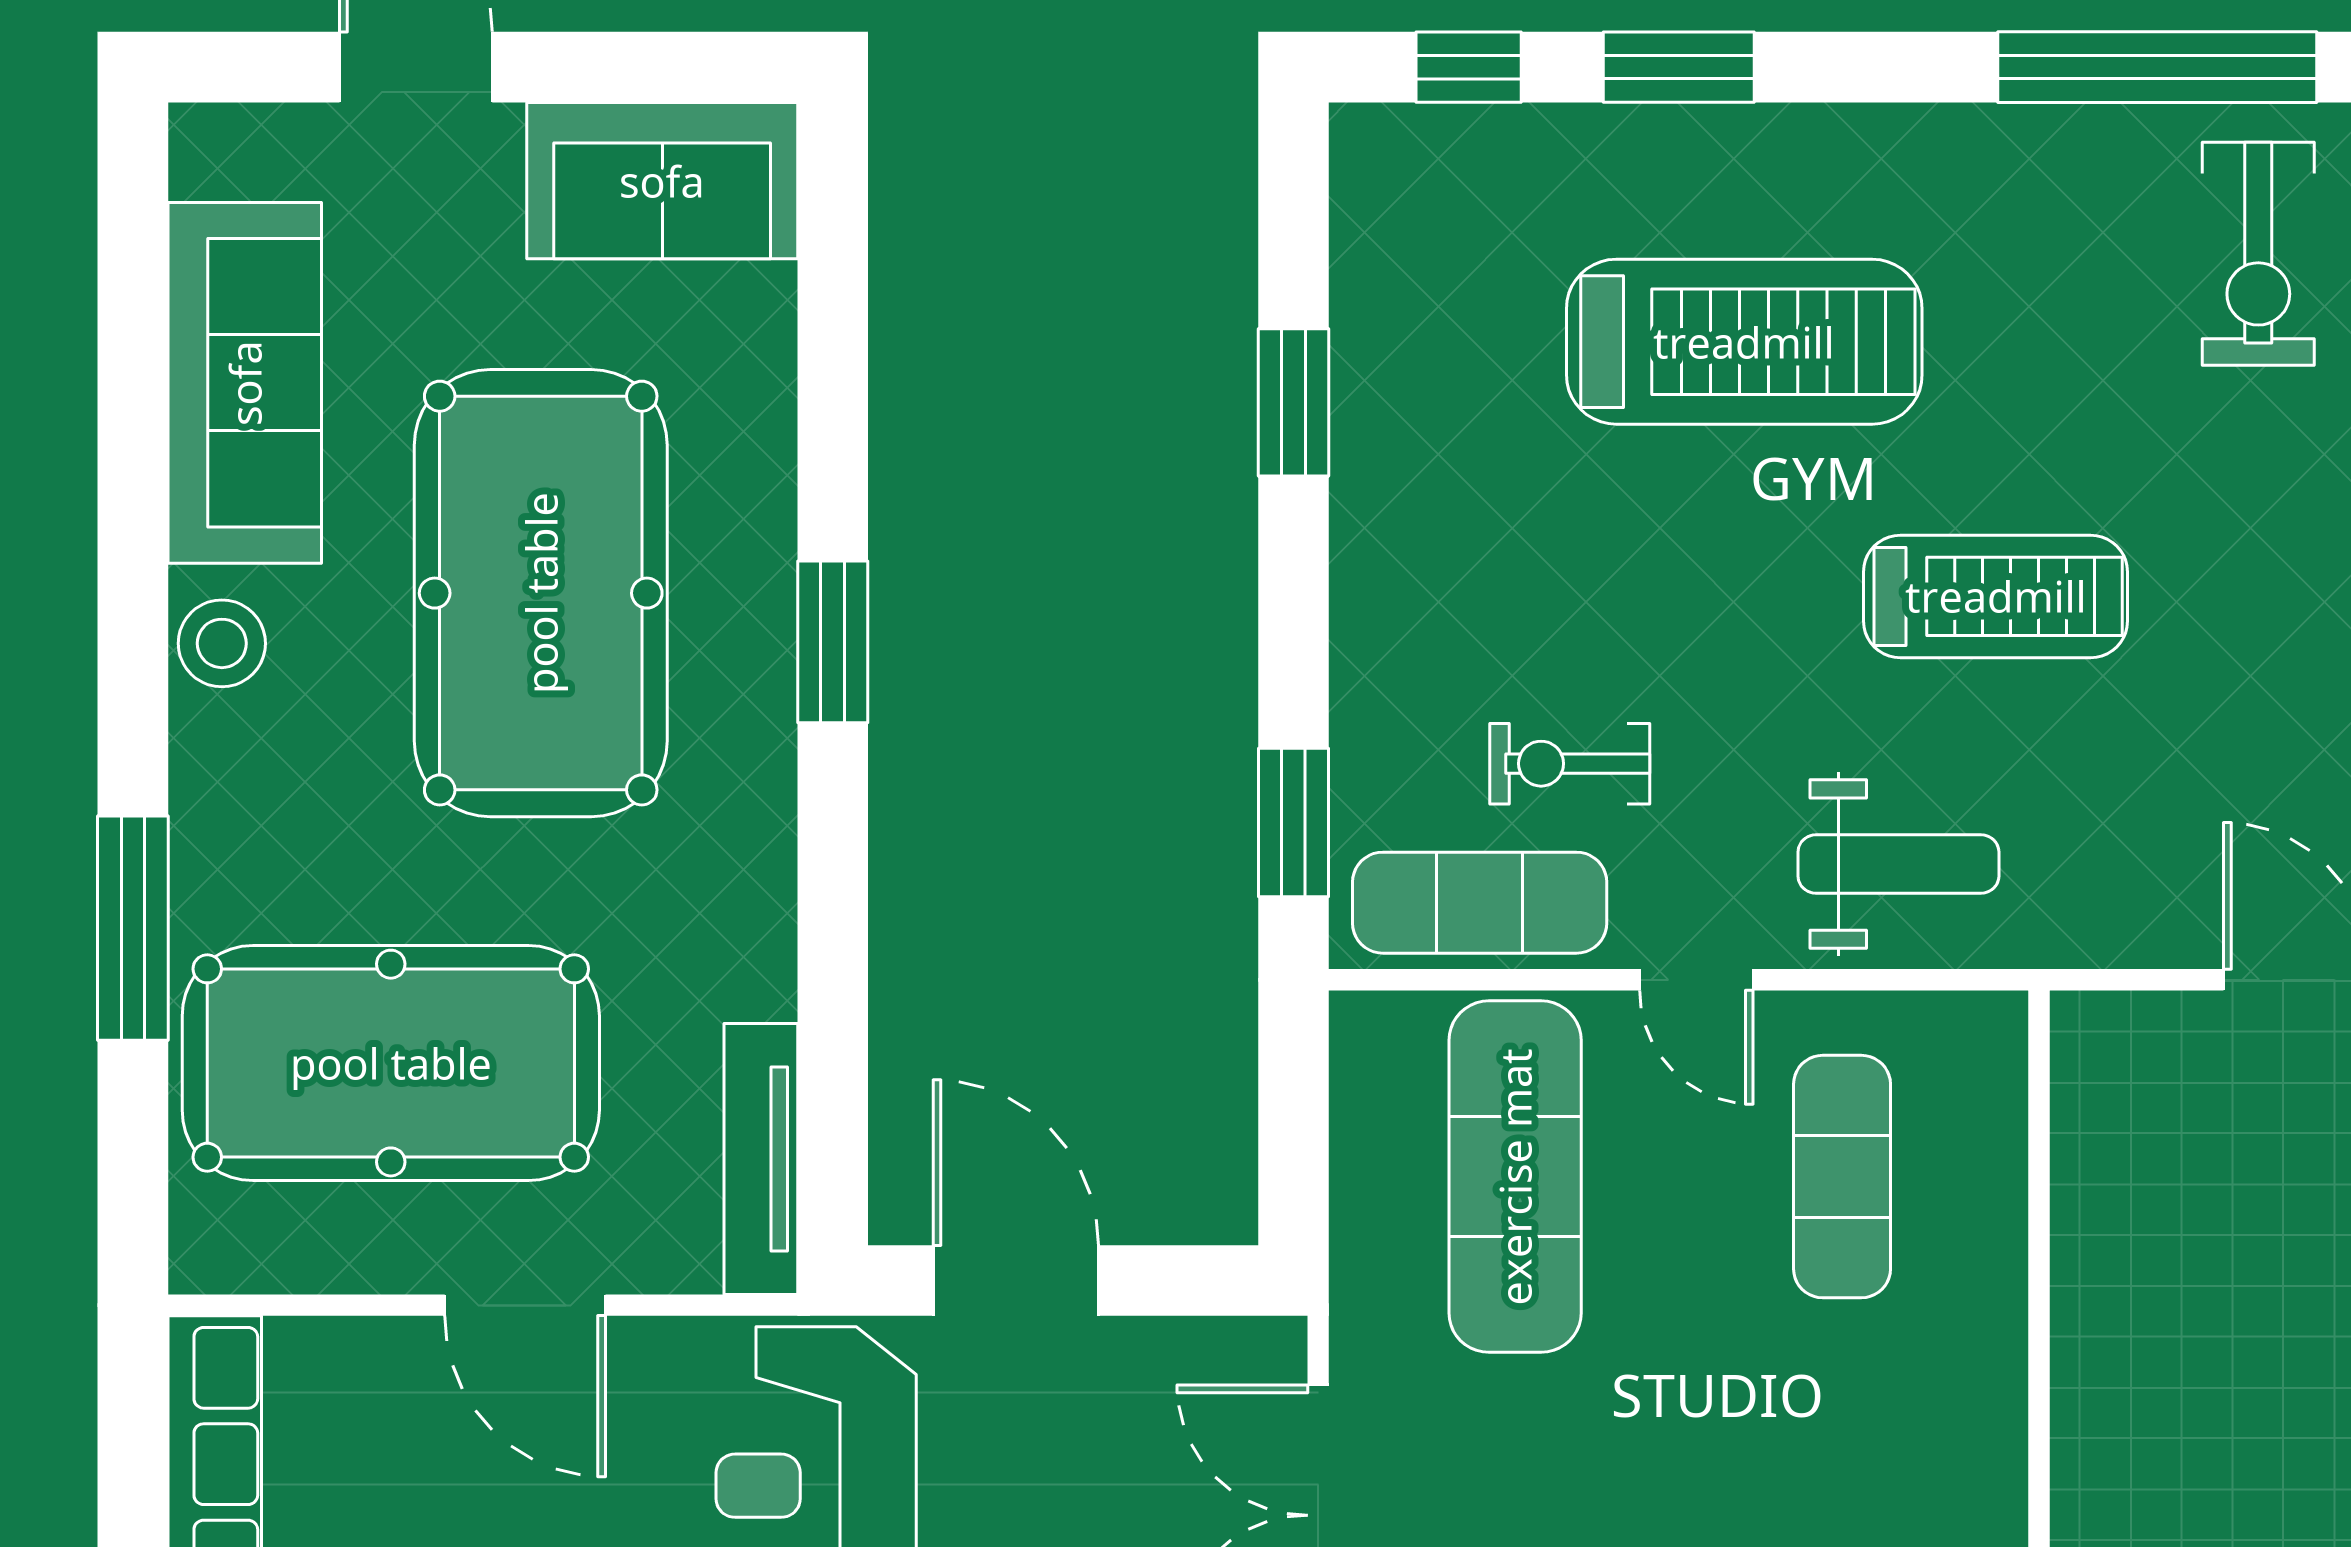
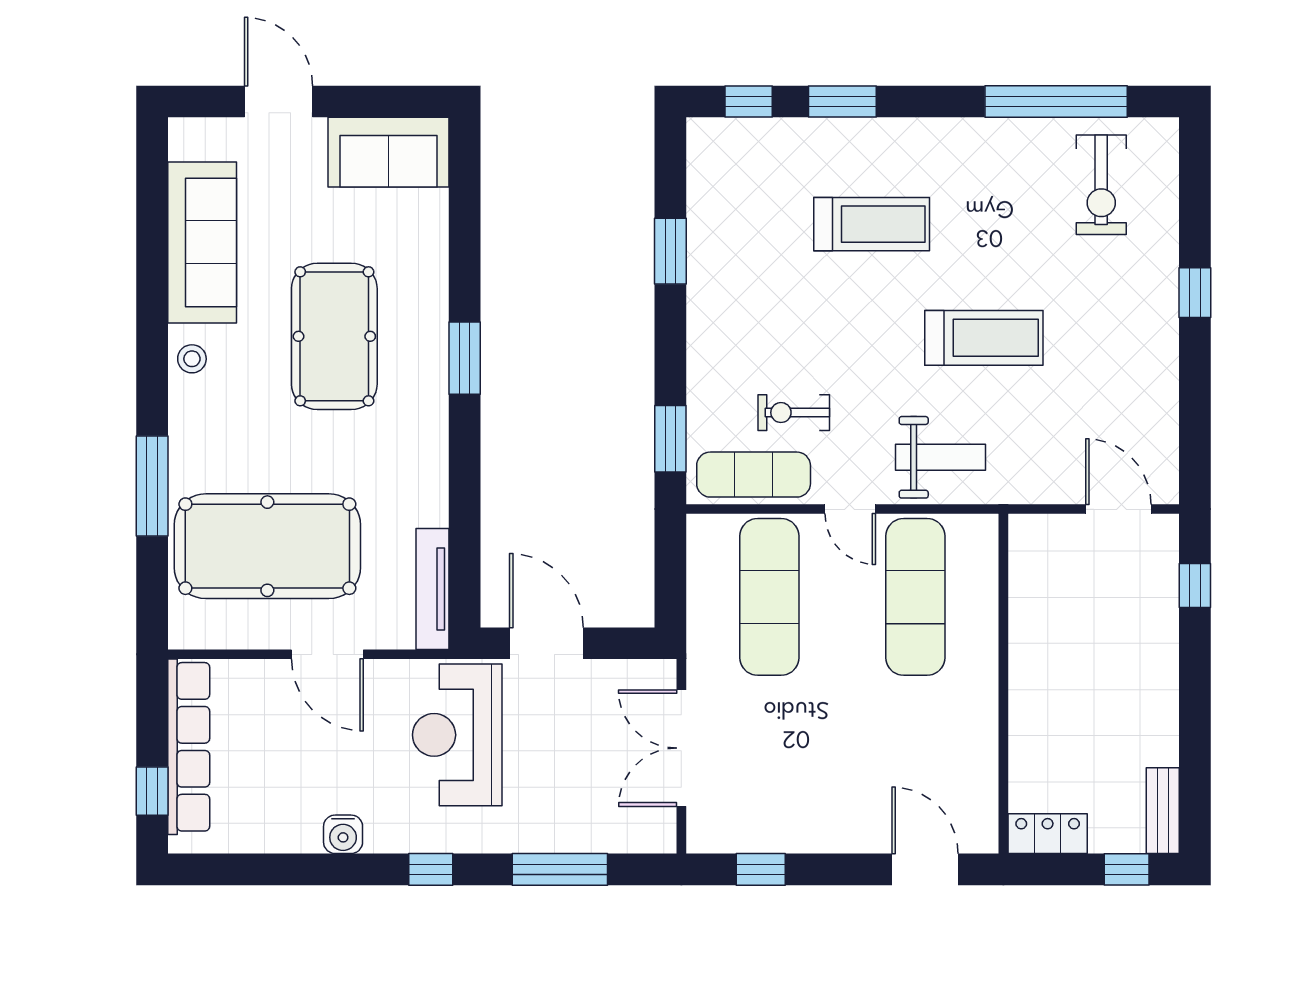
treadmill: (1744, 342) -> (872, 224), width x0.73, depth x0.73
pool table: (541, 593) -> (334, 336), width x0.73, depth x0.76
stool: (222, 643) -> (192, 359), width x0.73, depth x0.73
exercise mat: (1842, 1177) -> (915, 597), width x1.36, depth x1.45

